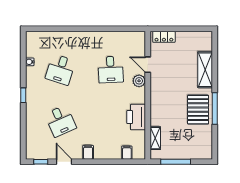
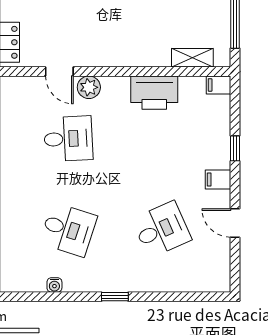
door: (148, 65) -> (59, 72), hinge flipped
filing cabinet: (127, 153) -> (219, 85), moved
window: (41, 162) -> (235, 148), moved
door: (64, 162) -> (235, 223), hinge flipped

